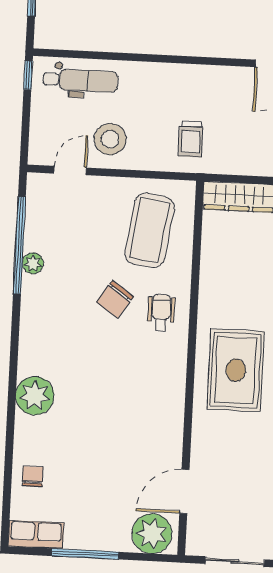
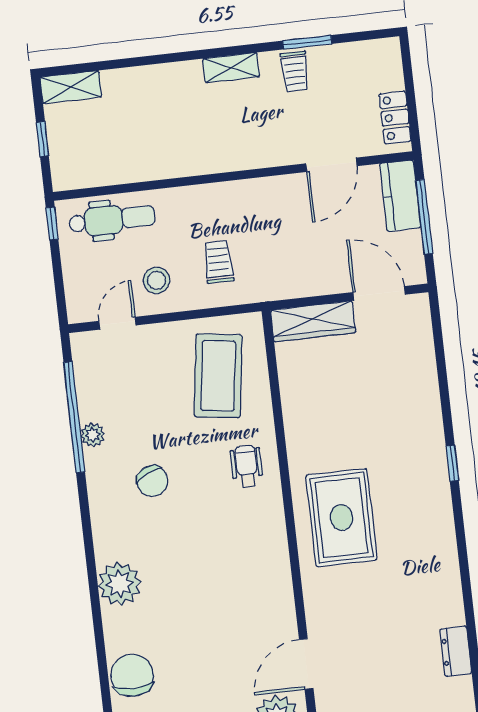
stool: (110, 139) -> (157, 280), width x0.73, depth x0.73
trolley: (191, 139) -> (219, 262), moved, turned 180
chair: (115, 299) -> (152, 481), moved, turned -59
chair: (33, 476) -> (132, 675), width x1.87, depth x1.87

